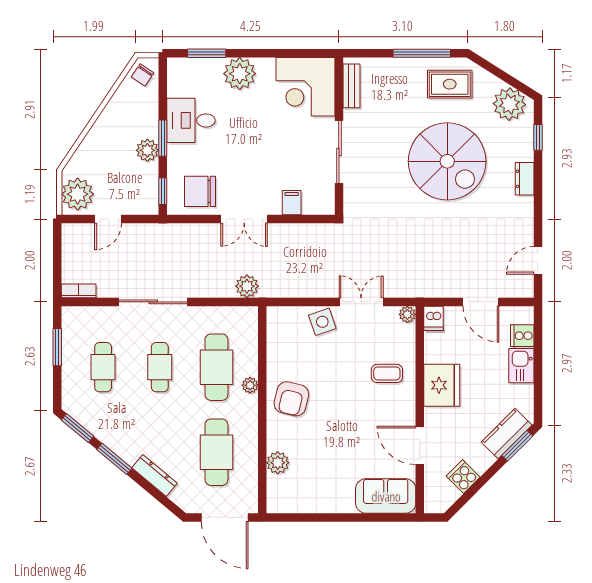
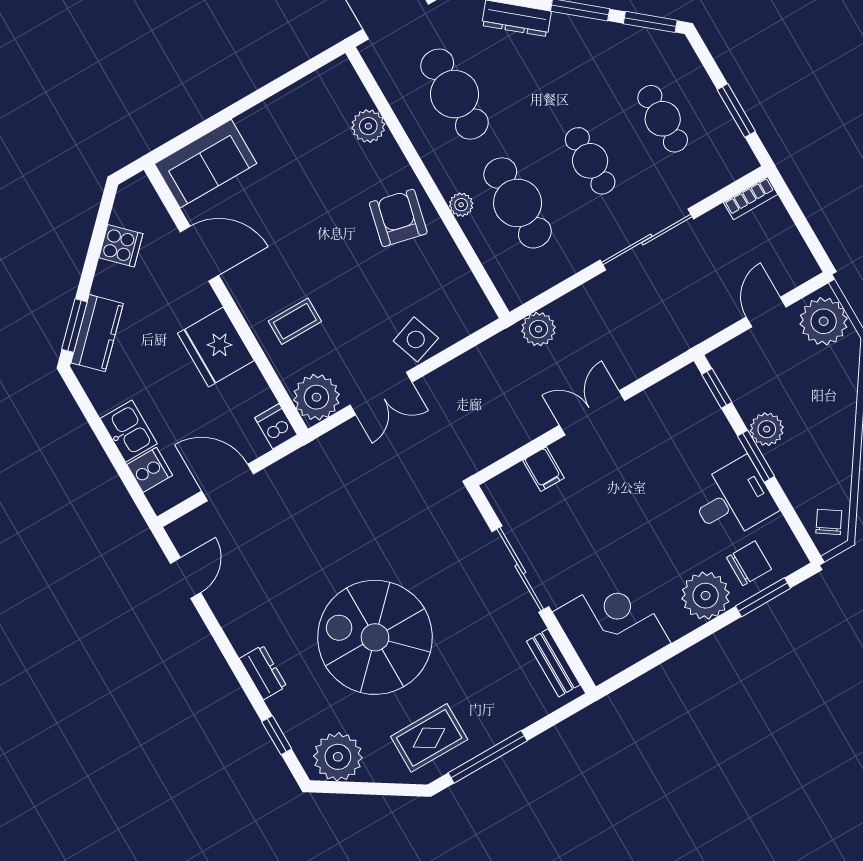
chair: (200, 191) -> (749, 563), moved, width x0.73, depth x0.73
plant: (407, 314) -> (316, 397), width x1.88, depth x1.88

